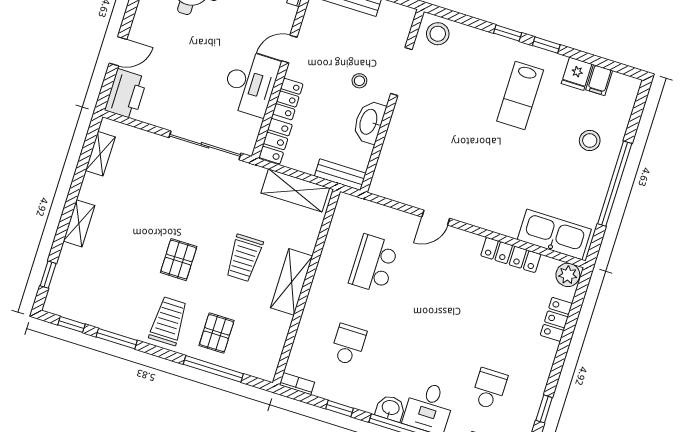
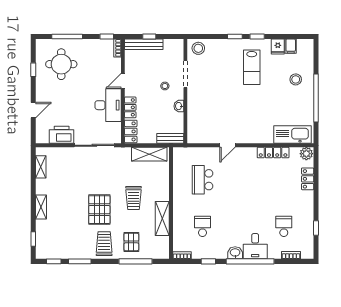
printer: (126, 94) -> (62, 135), moved, turned -90
washbasin: (369, 122) -> (179, 106), width x0.52, depth x0.69
pallet: (179, 260) -> (99, 210), width x1.50, depth x1.42
shelving: (292, 282) -> (162, 219), moved

